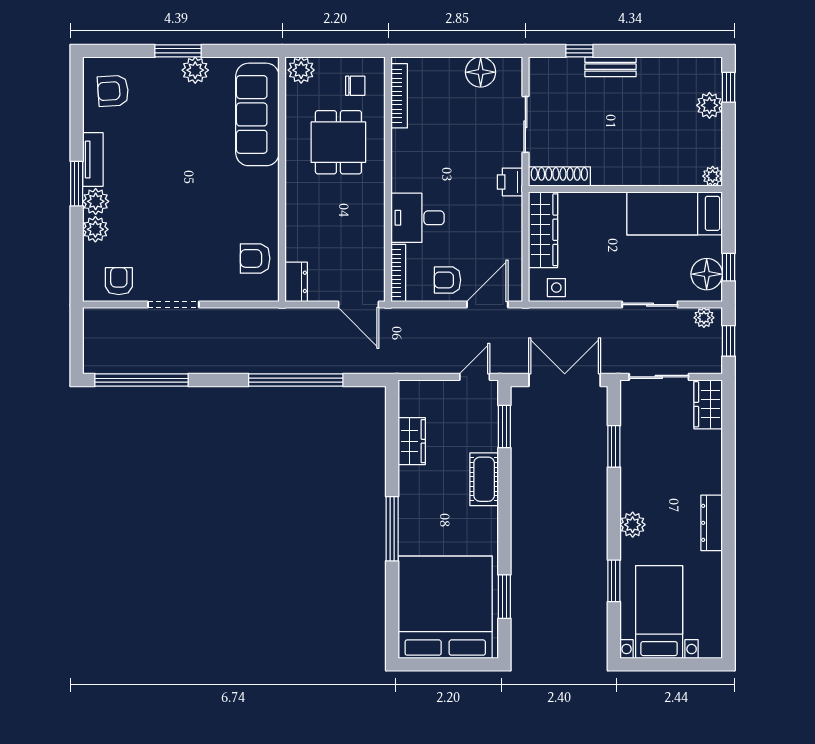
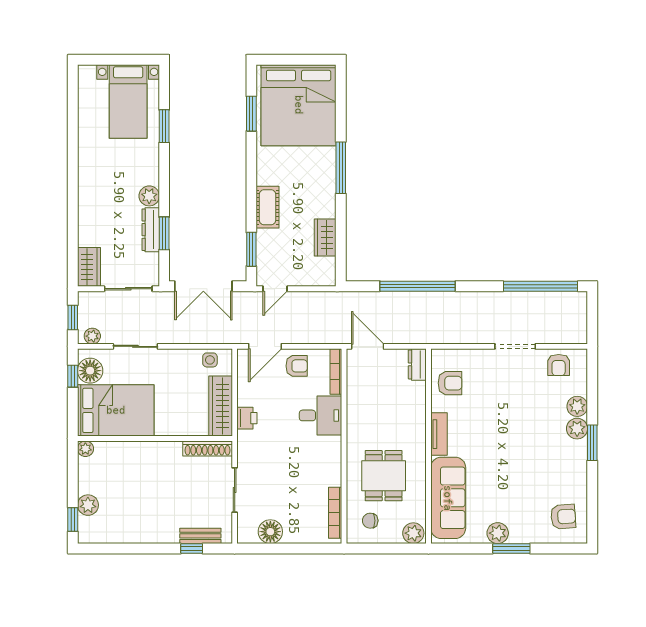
bench: (610, 67) -> (200, 536), moved
tv unit: (93, 159) -> (439, 434), moved, turned 180
printer: (510, 182) -> (247, 418), moved
bed: (675, 213) -> (116, 410), width x1.50
dresser: (712, 523) -> (151, 230), moved, turned 180
plant: (633, 525) -> (149, 196), moved

